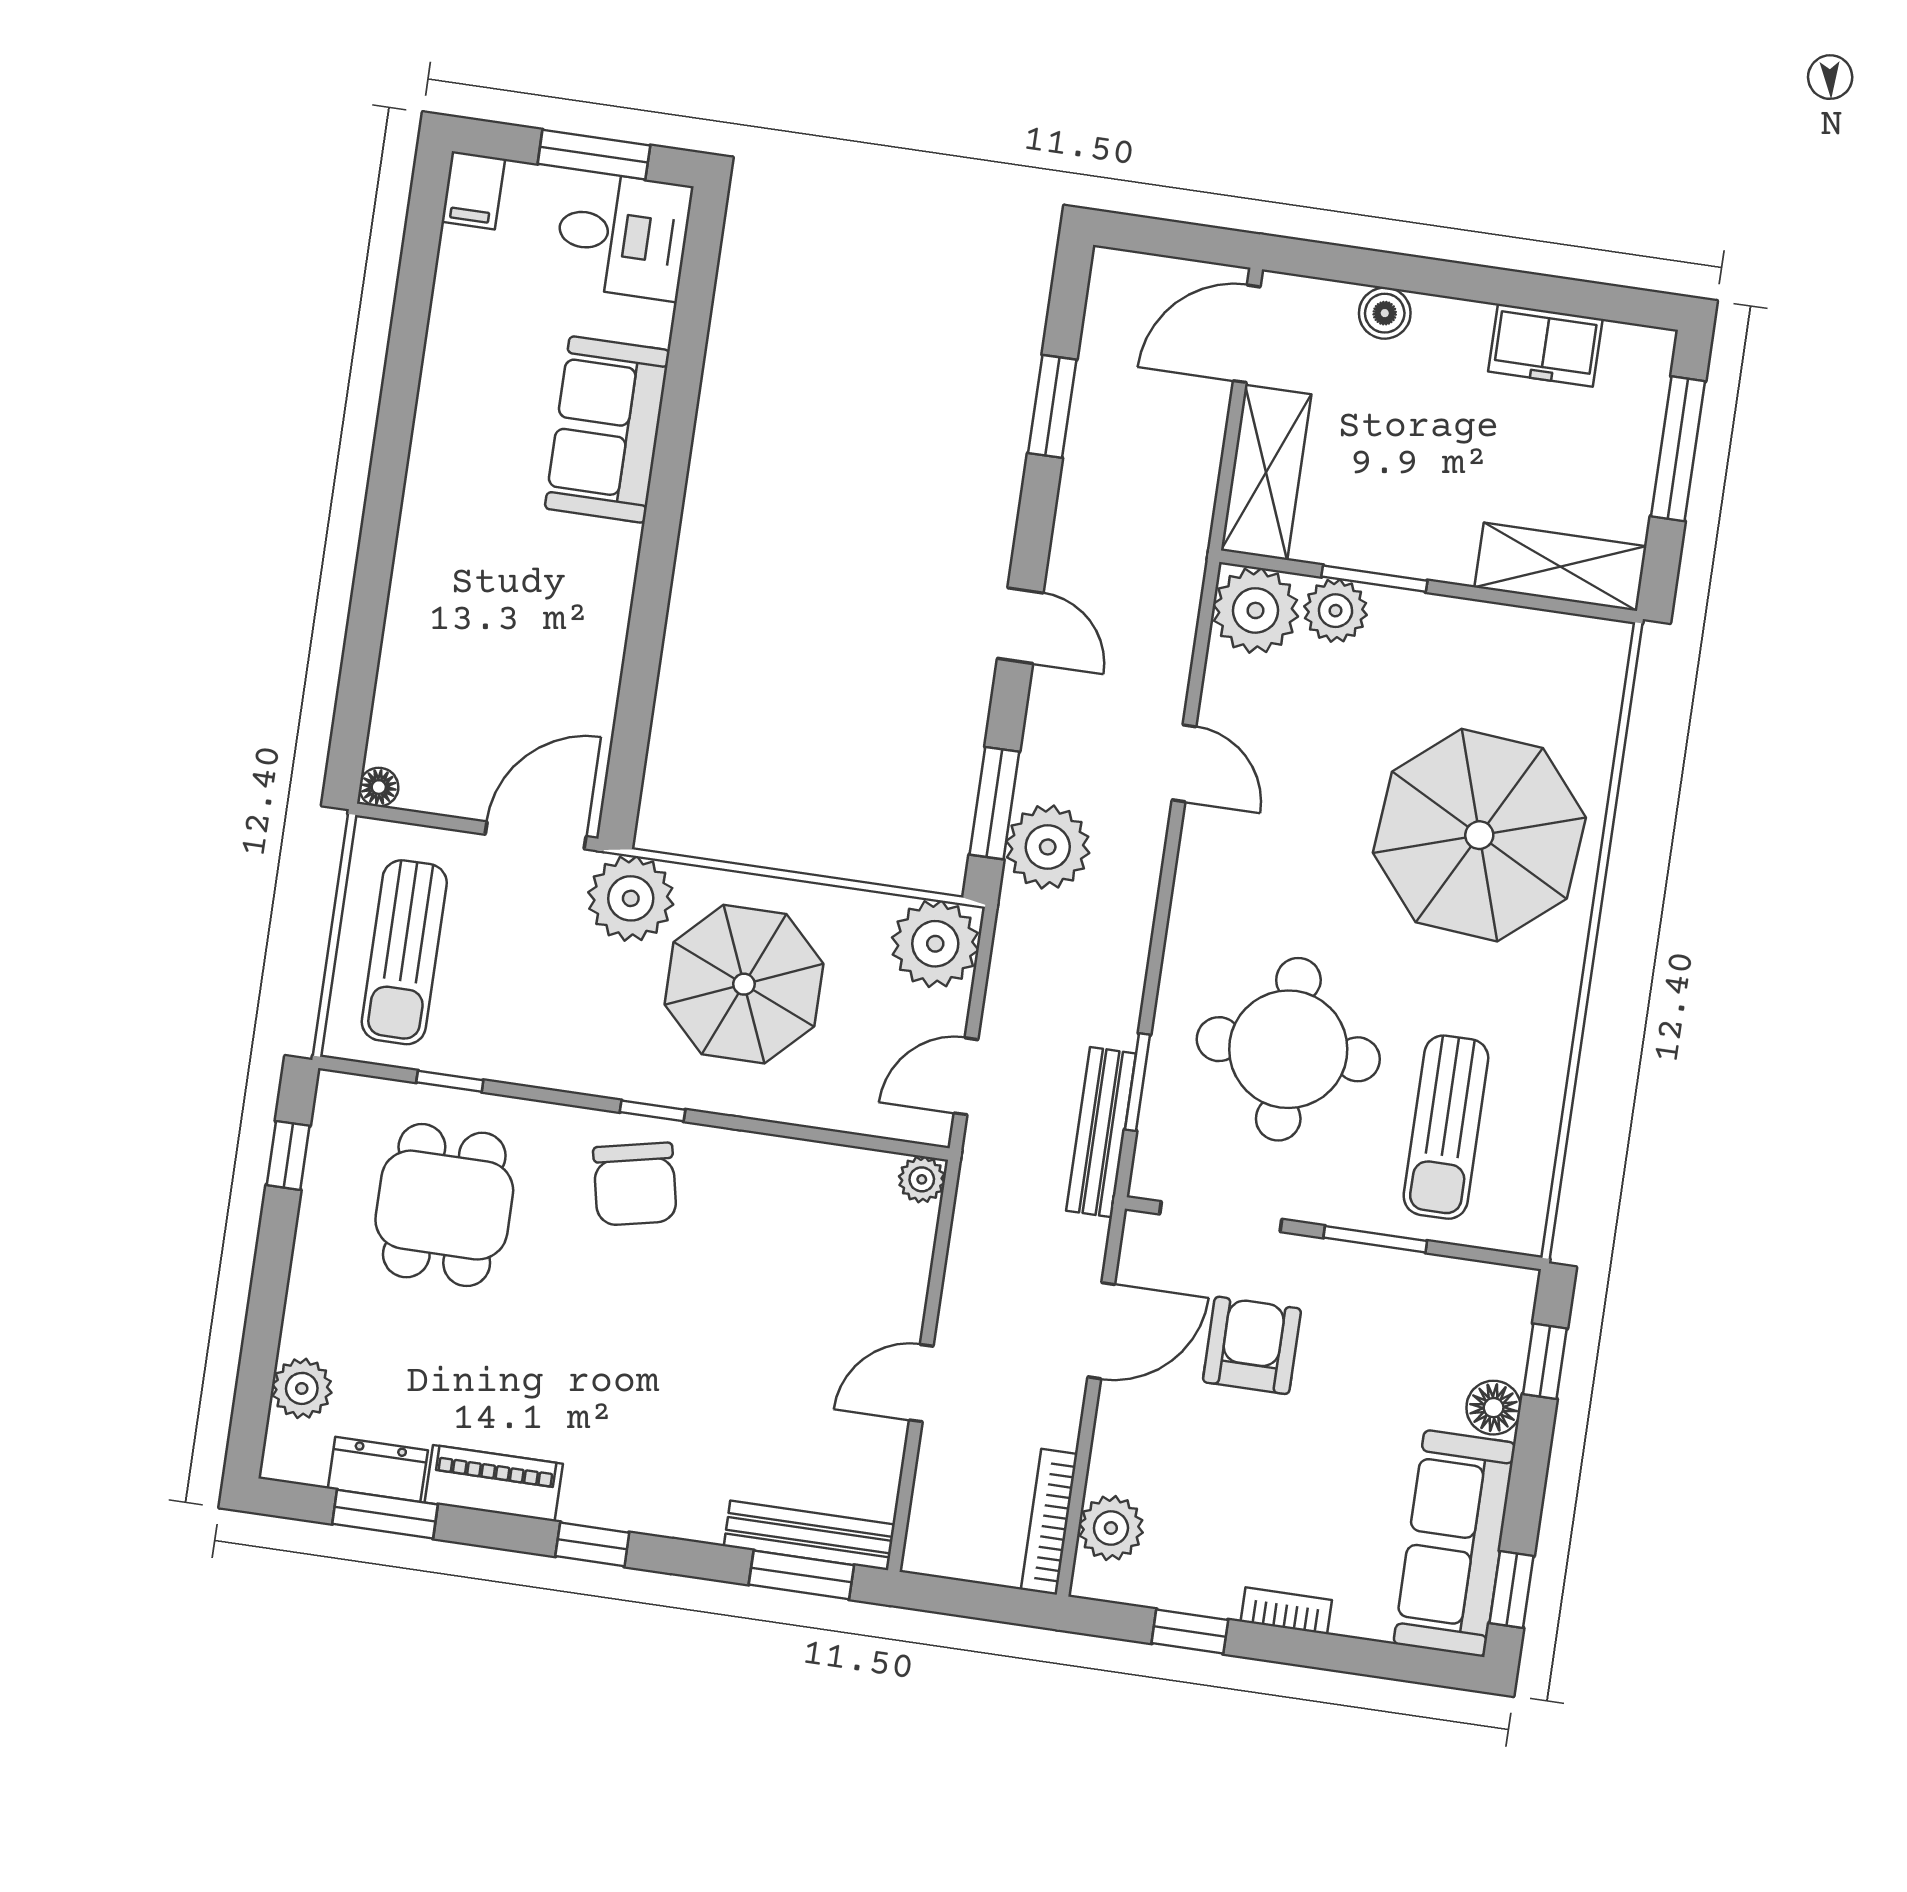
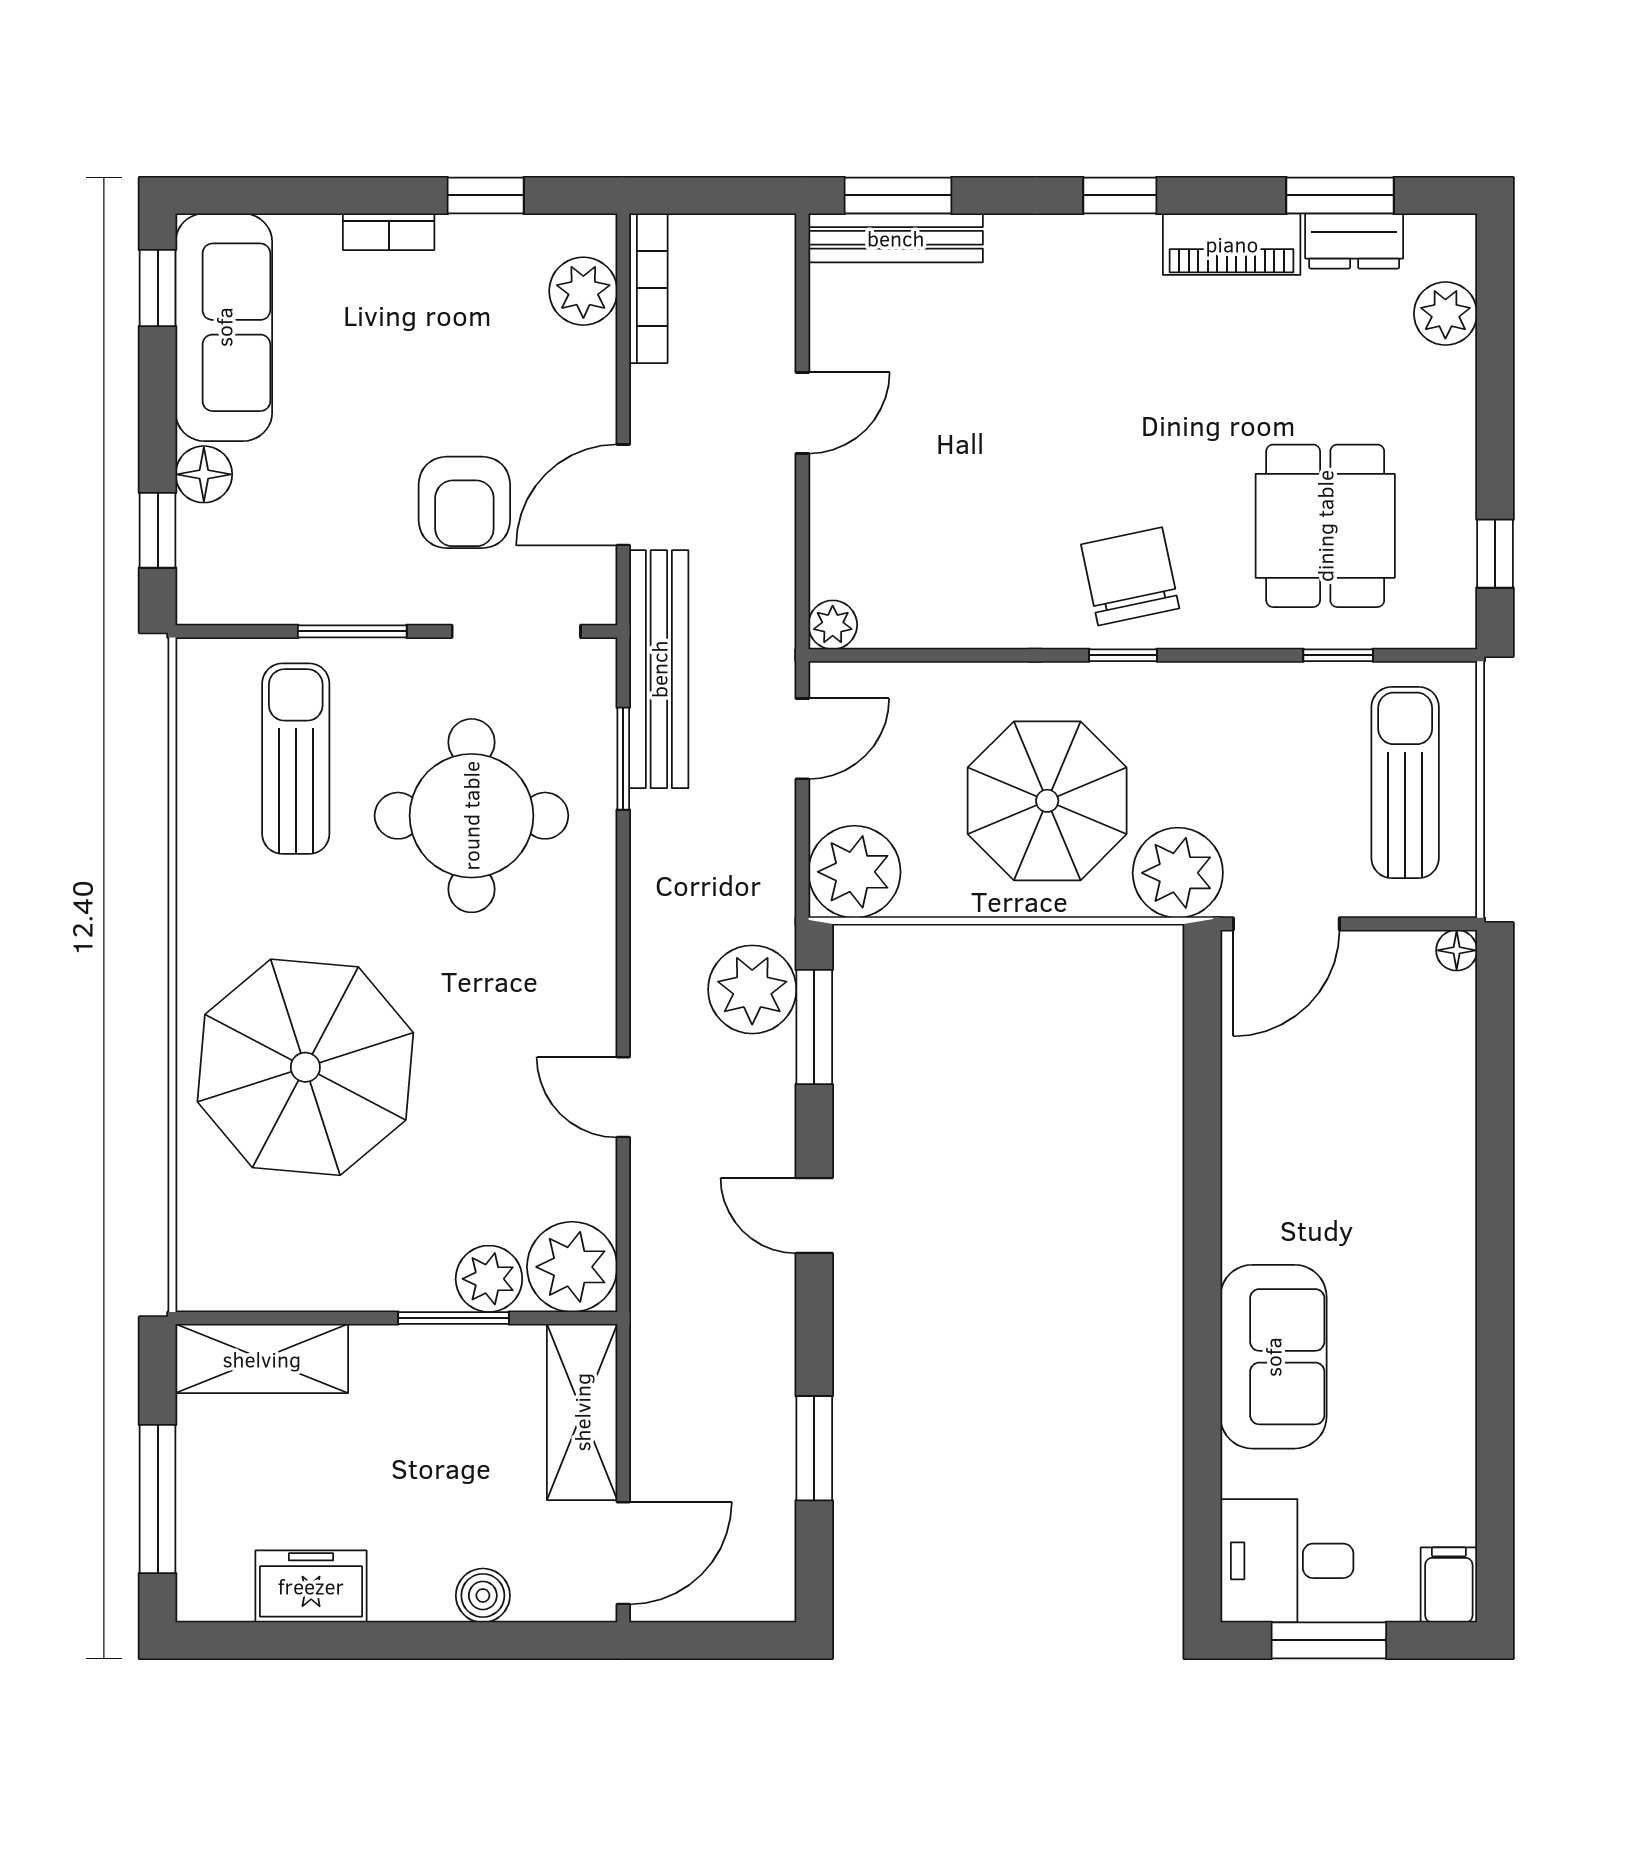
bench: (1101, 1132) -> (659, 669), width x1.37, depth x1.21

